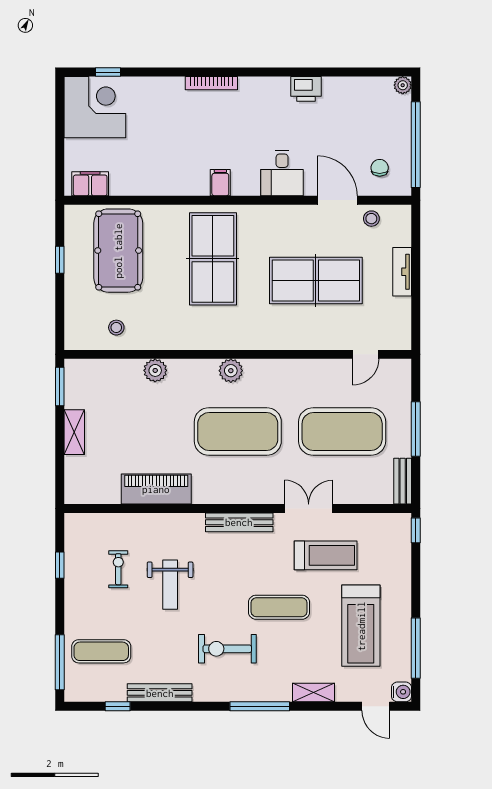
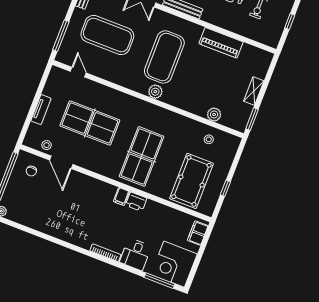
window: (108, 72) -> (159, 281), width x2.17
printer: (306, 89) -> (136, 202), moved, turned 180
desk: (282, 173) -> (135, 254), moved, turned 180
filing cabinet: (90, 184) -> (198, 233), moved, turned 90
door: (366, 354) -> (78, 72), hinge flipped
plant: (155, 370) -> (214, 114), moved
window: (416, 429) -> (61, 36), moved
exercise mat: (238, 431) -> (164, 57), turned 90

